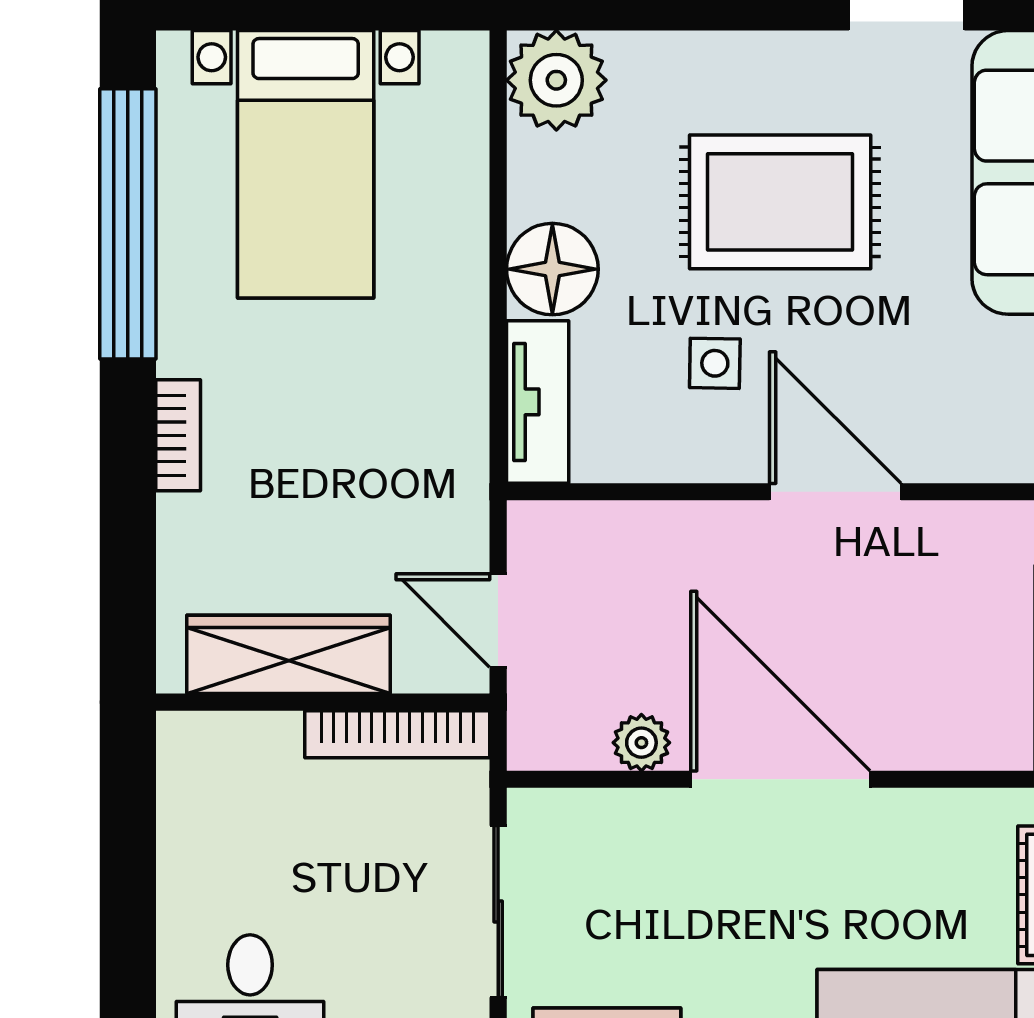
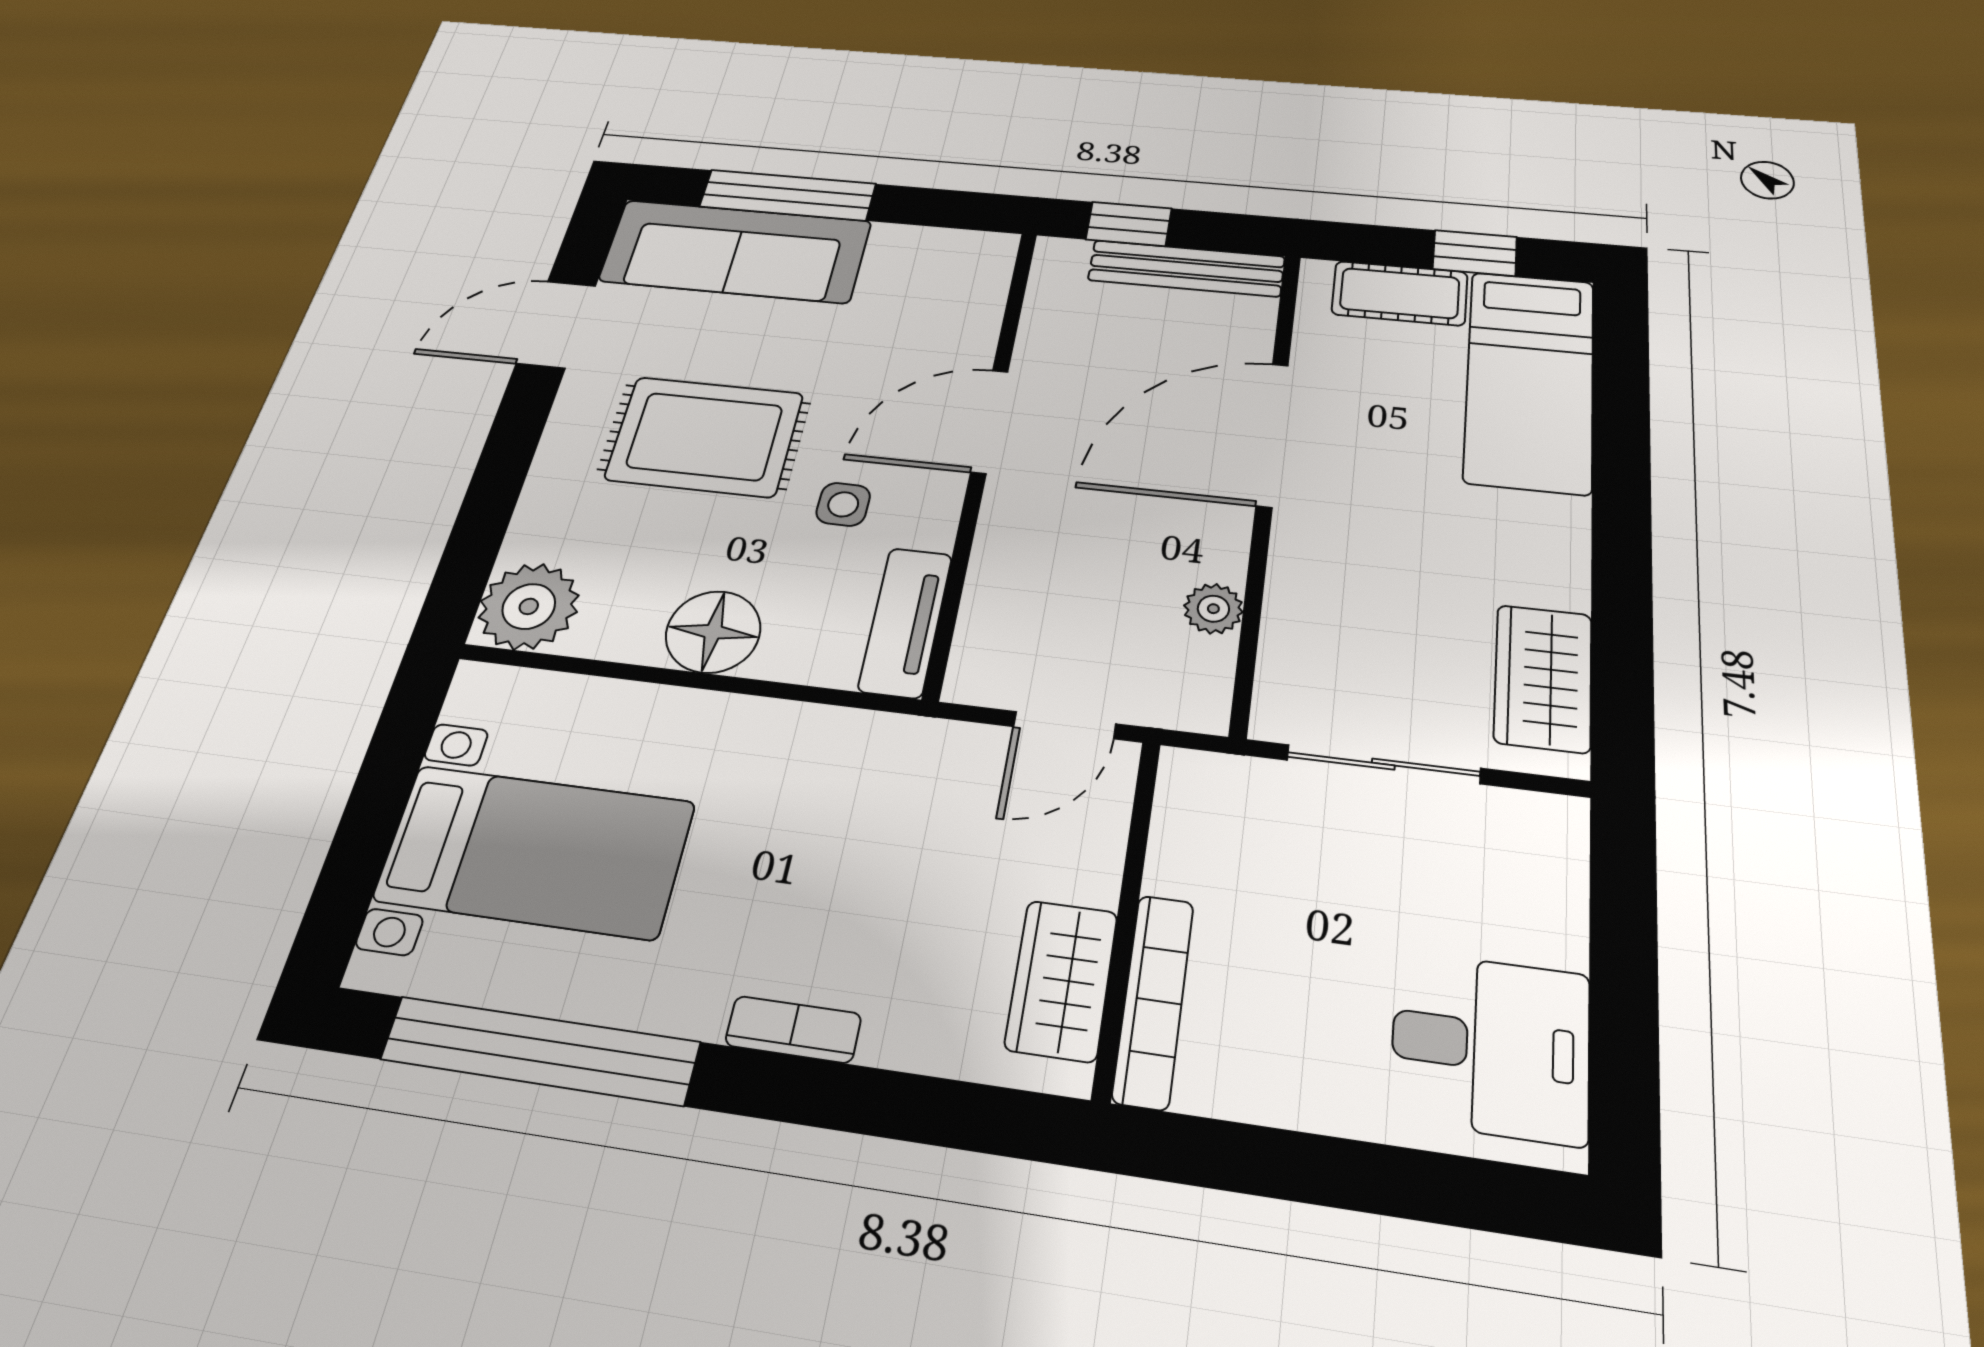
rug: (780, 202) -> (705, 436), turned 90
tv unit: (538, 402) -> (906, 622), moved, turned -90
wardrobe: (288, 654) -> (1061, 980), width x0.67
bookcase: (397, 734) -> (1153, 1000), moved
door: (780, 779) -> (1272, 434), moved

